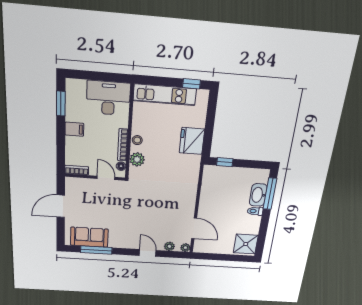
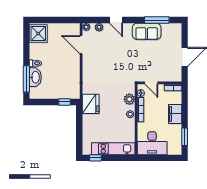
filing cabinet: (74, 129) -> (175, 114), width x2.00
fridge: (192, 141) -> (91, 104), moved
sofa: (89, 237) -> (147, 31), moved

